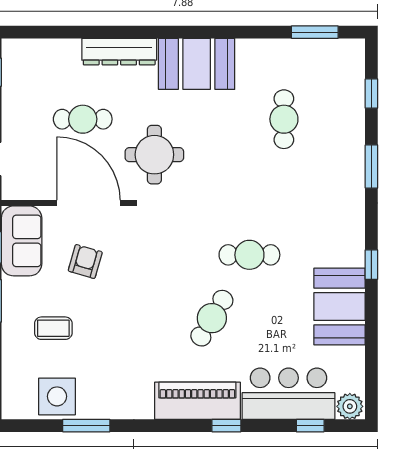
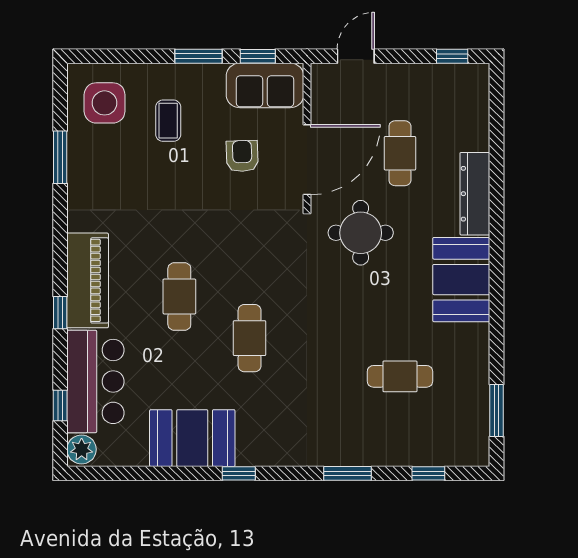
armchair: (85, 261) -> (242, 156), turned -108
cafe table: (212, 318) -> (179, 296), turned 59
side table: (57, 396) -> (105, 103), moved

